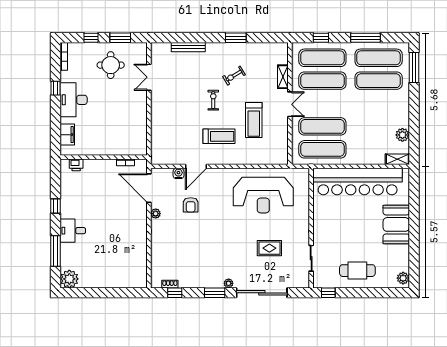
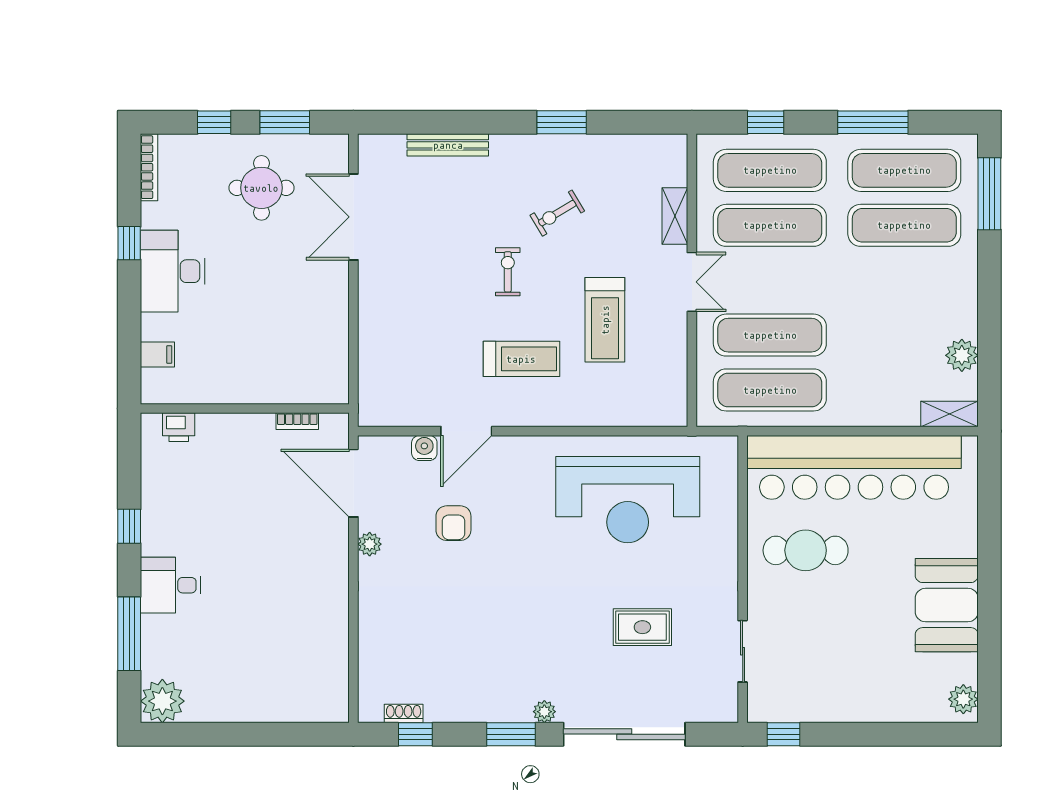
double door: (149, 77) -> (353, 217), width x1.37
filing cabinet: (67, 135) -> (157, 355), width x0.50
booth: (396, 224) -> (947, 605), moved
cafe table: (357, 271) -> (806, 550), moved

